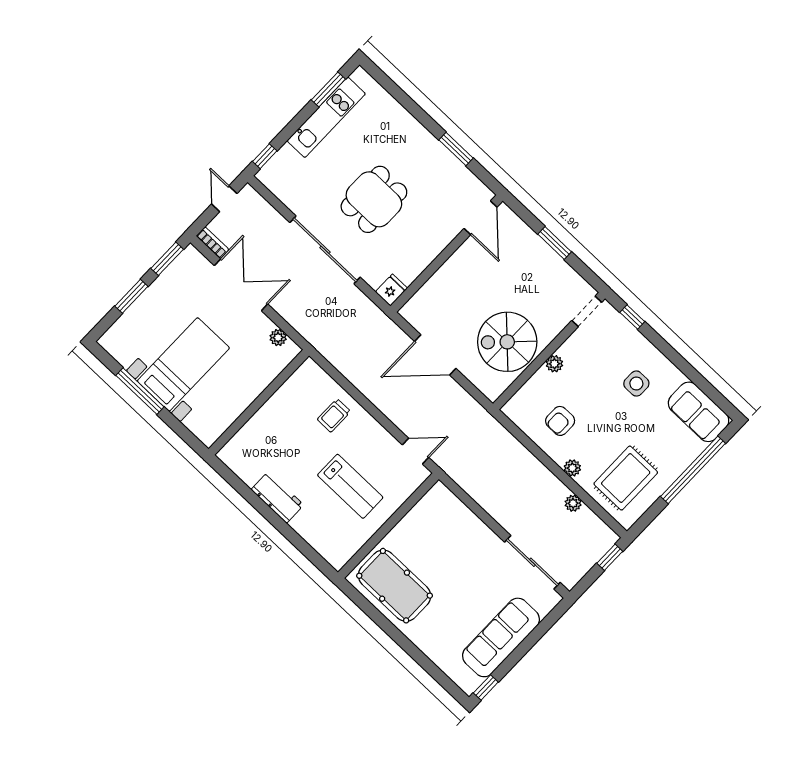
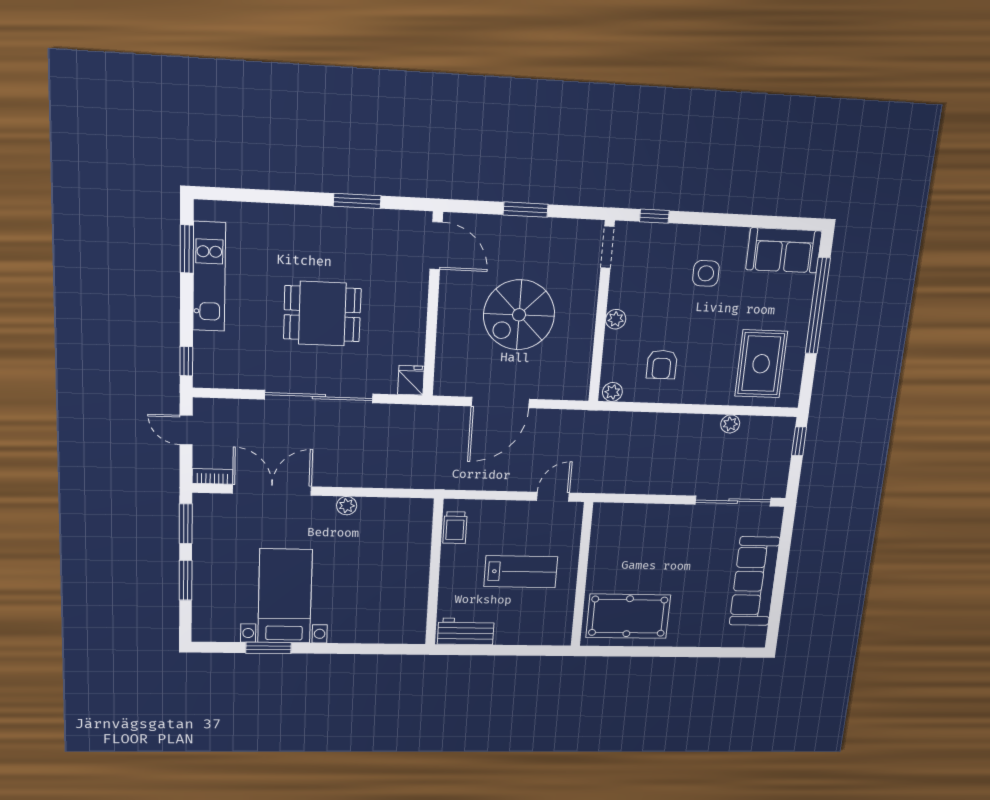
dining table: (374, 199) -> (322, 314), turned 90
spiral stairs: (507, 342) -> (519, 315), moved
window: (140, 391) -> (269, 648), width x0.69
wall: (259, 402) -> (434, 573), moved
plant: (572, 468) -> (612, 392), moved
window: (486, 687) -> (773, 629), removed

